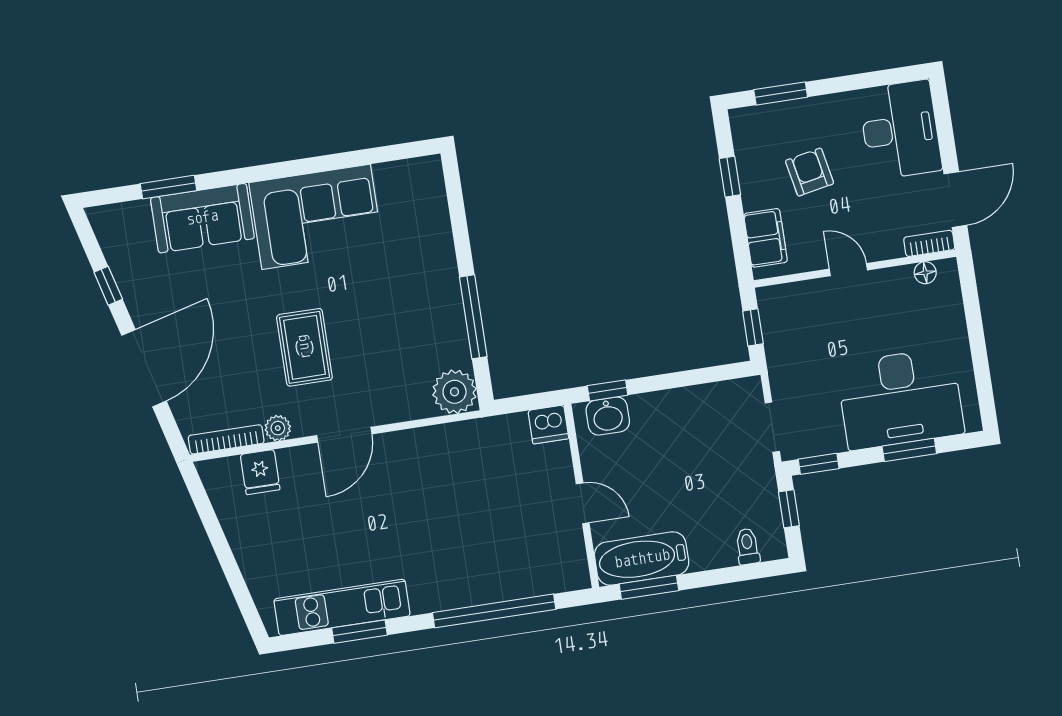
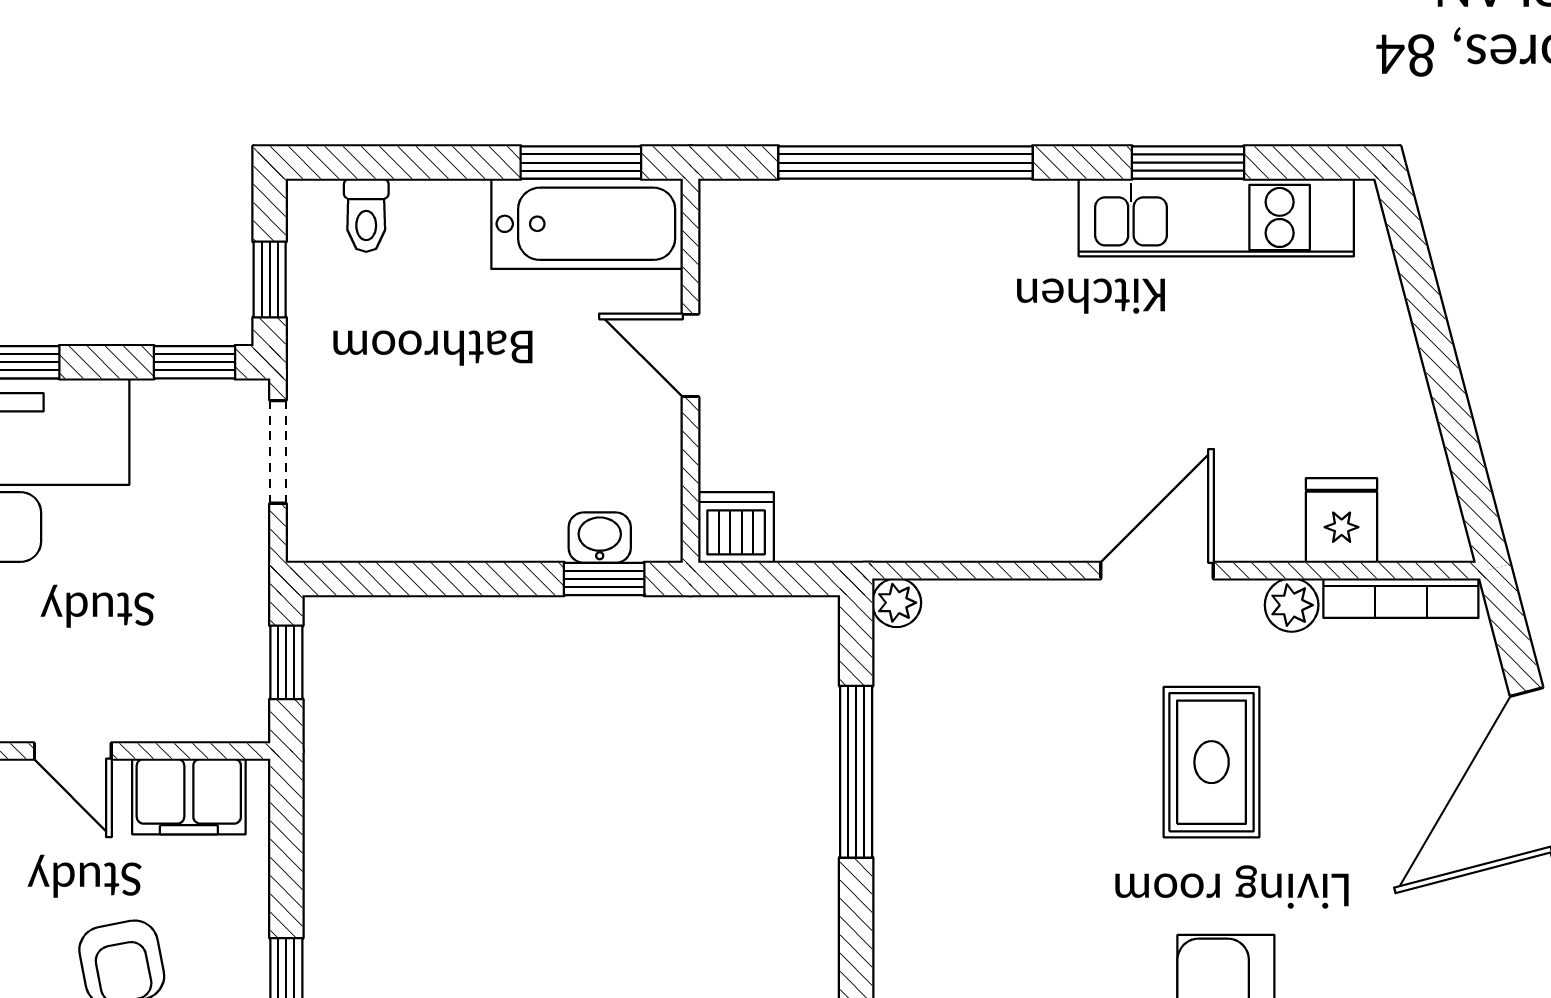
filing cabinet: (766, 238) -> (189, 797), moved, turned -90
plant: (455, 392) -> (897, 603), width x0.53, depth x0.53
washbasin: (608, 416) -> (600, 538), width x0.72, depth x0.69

